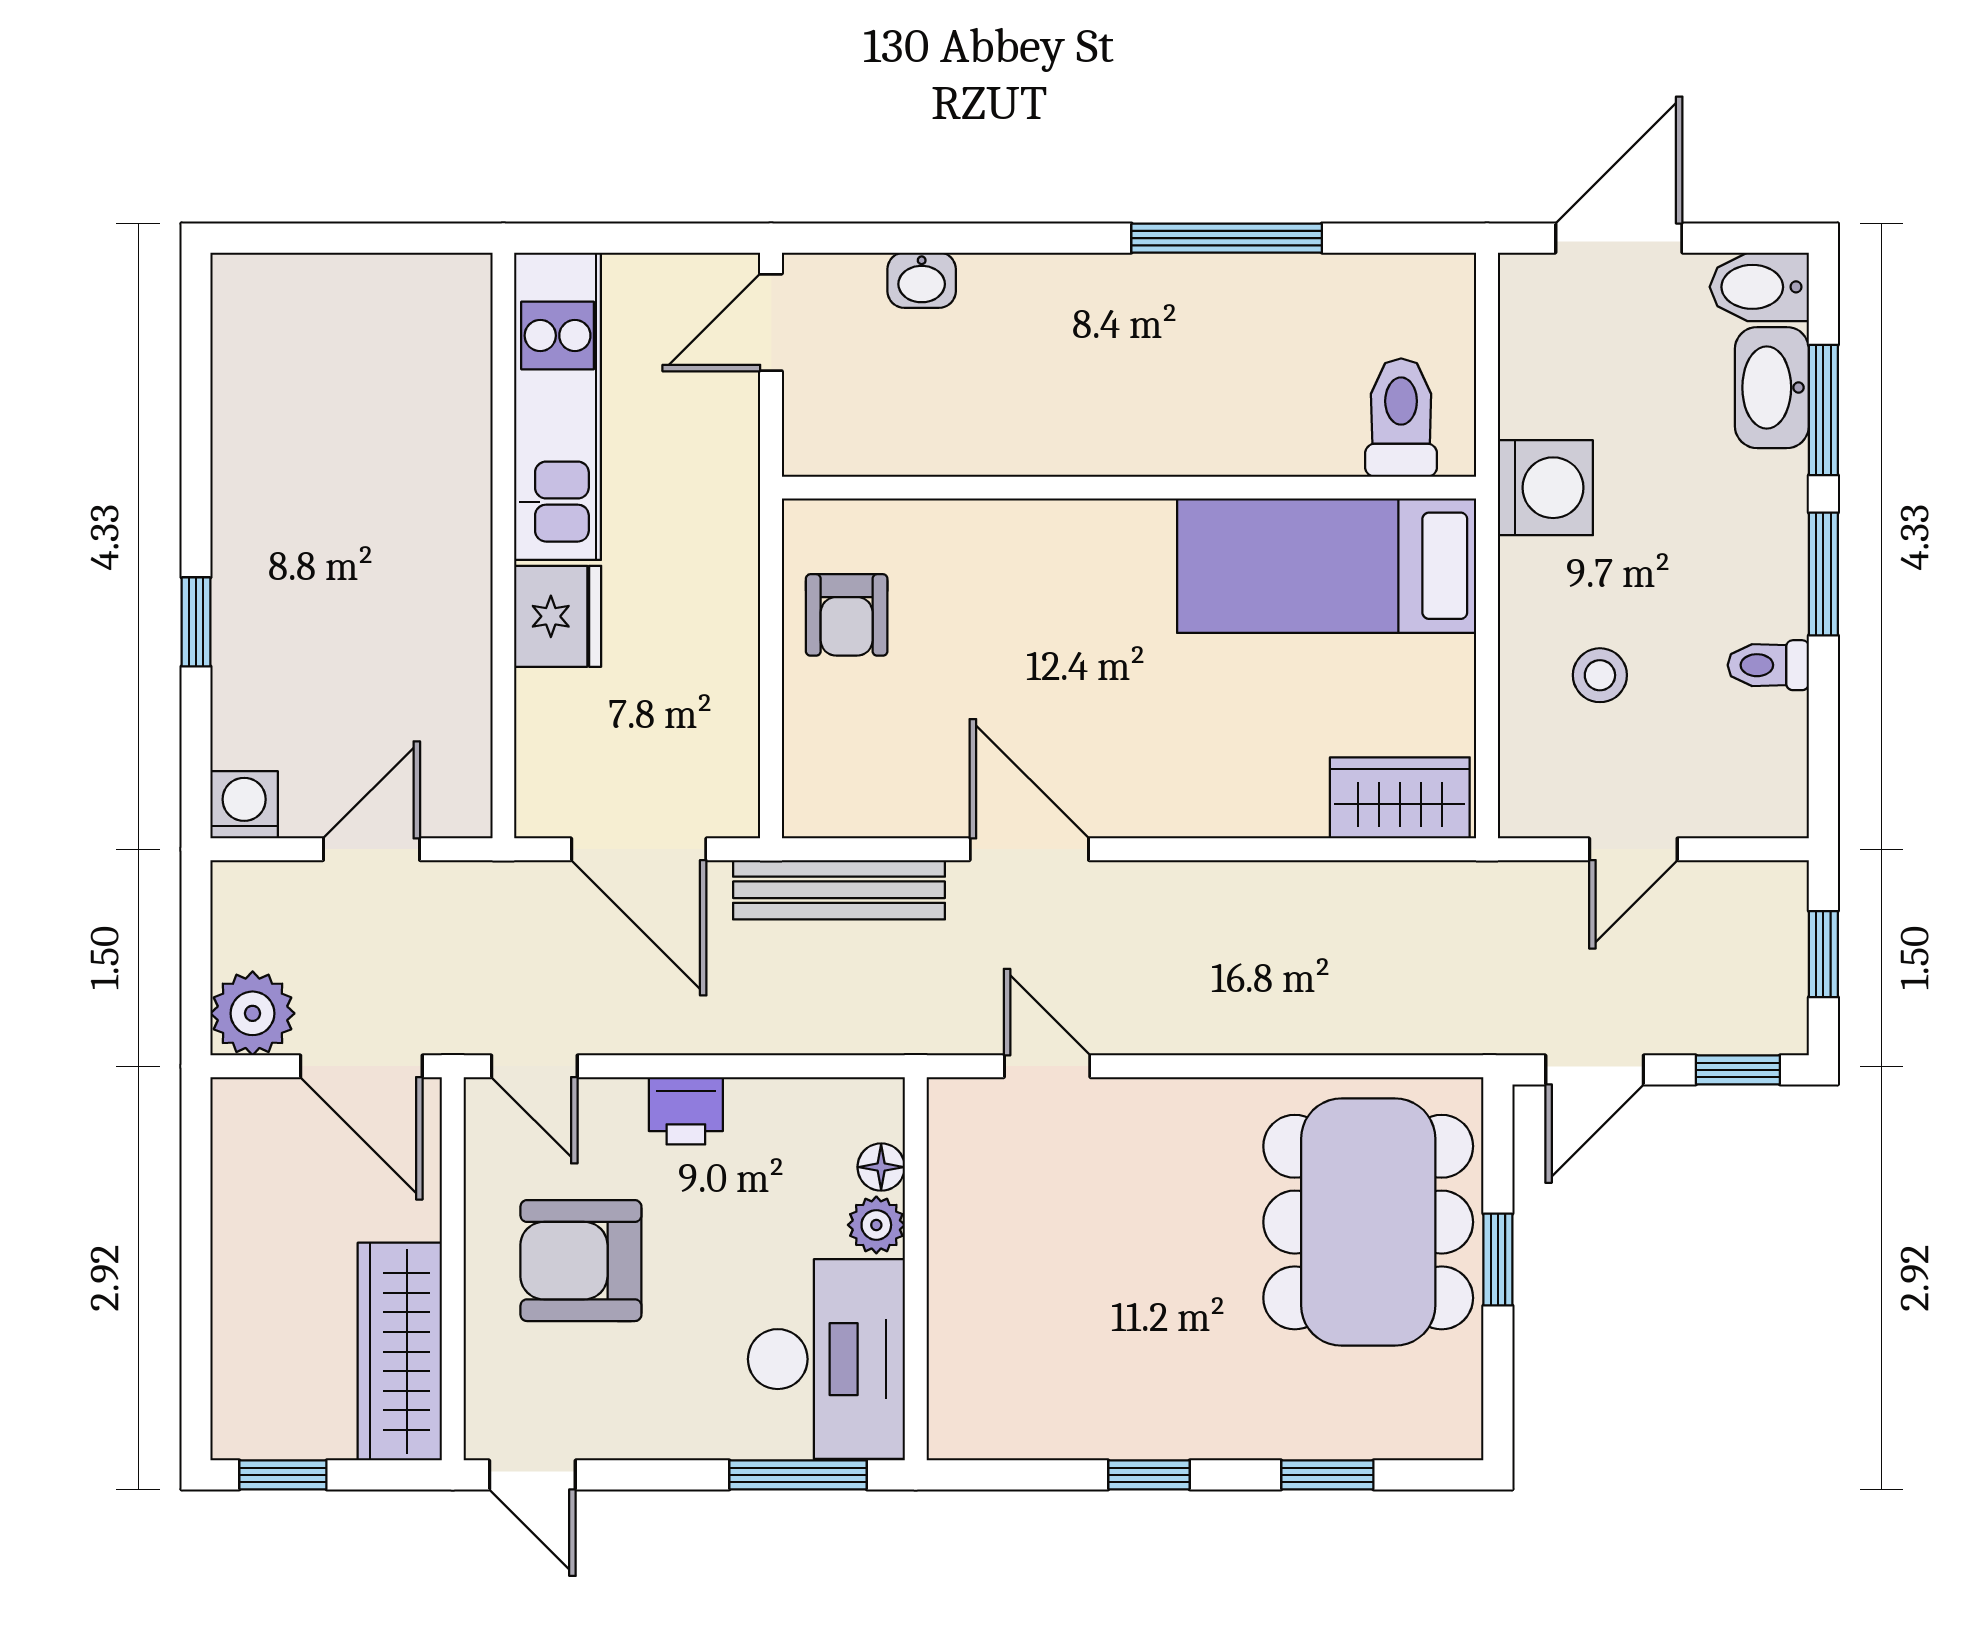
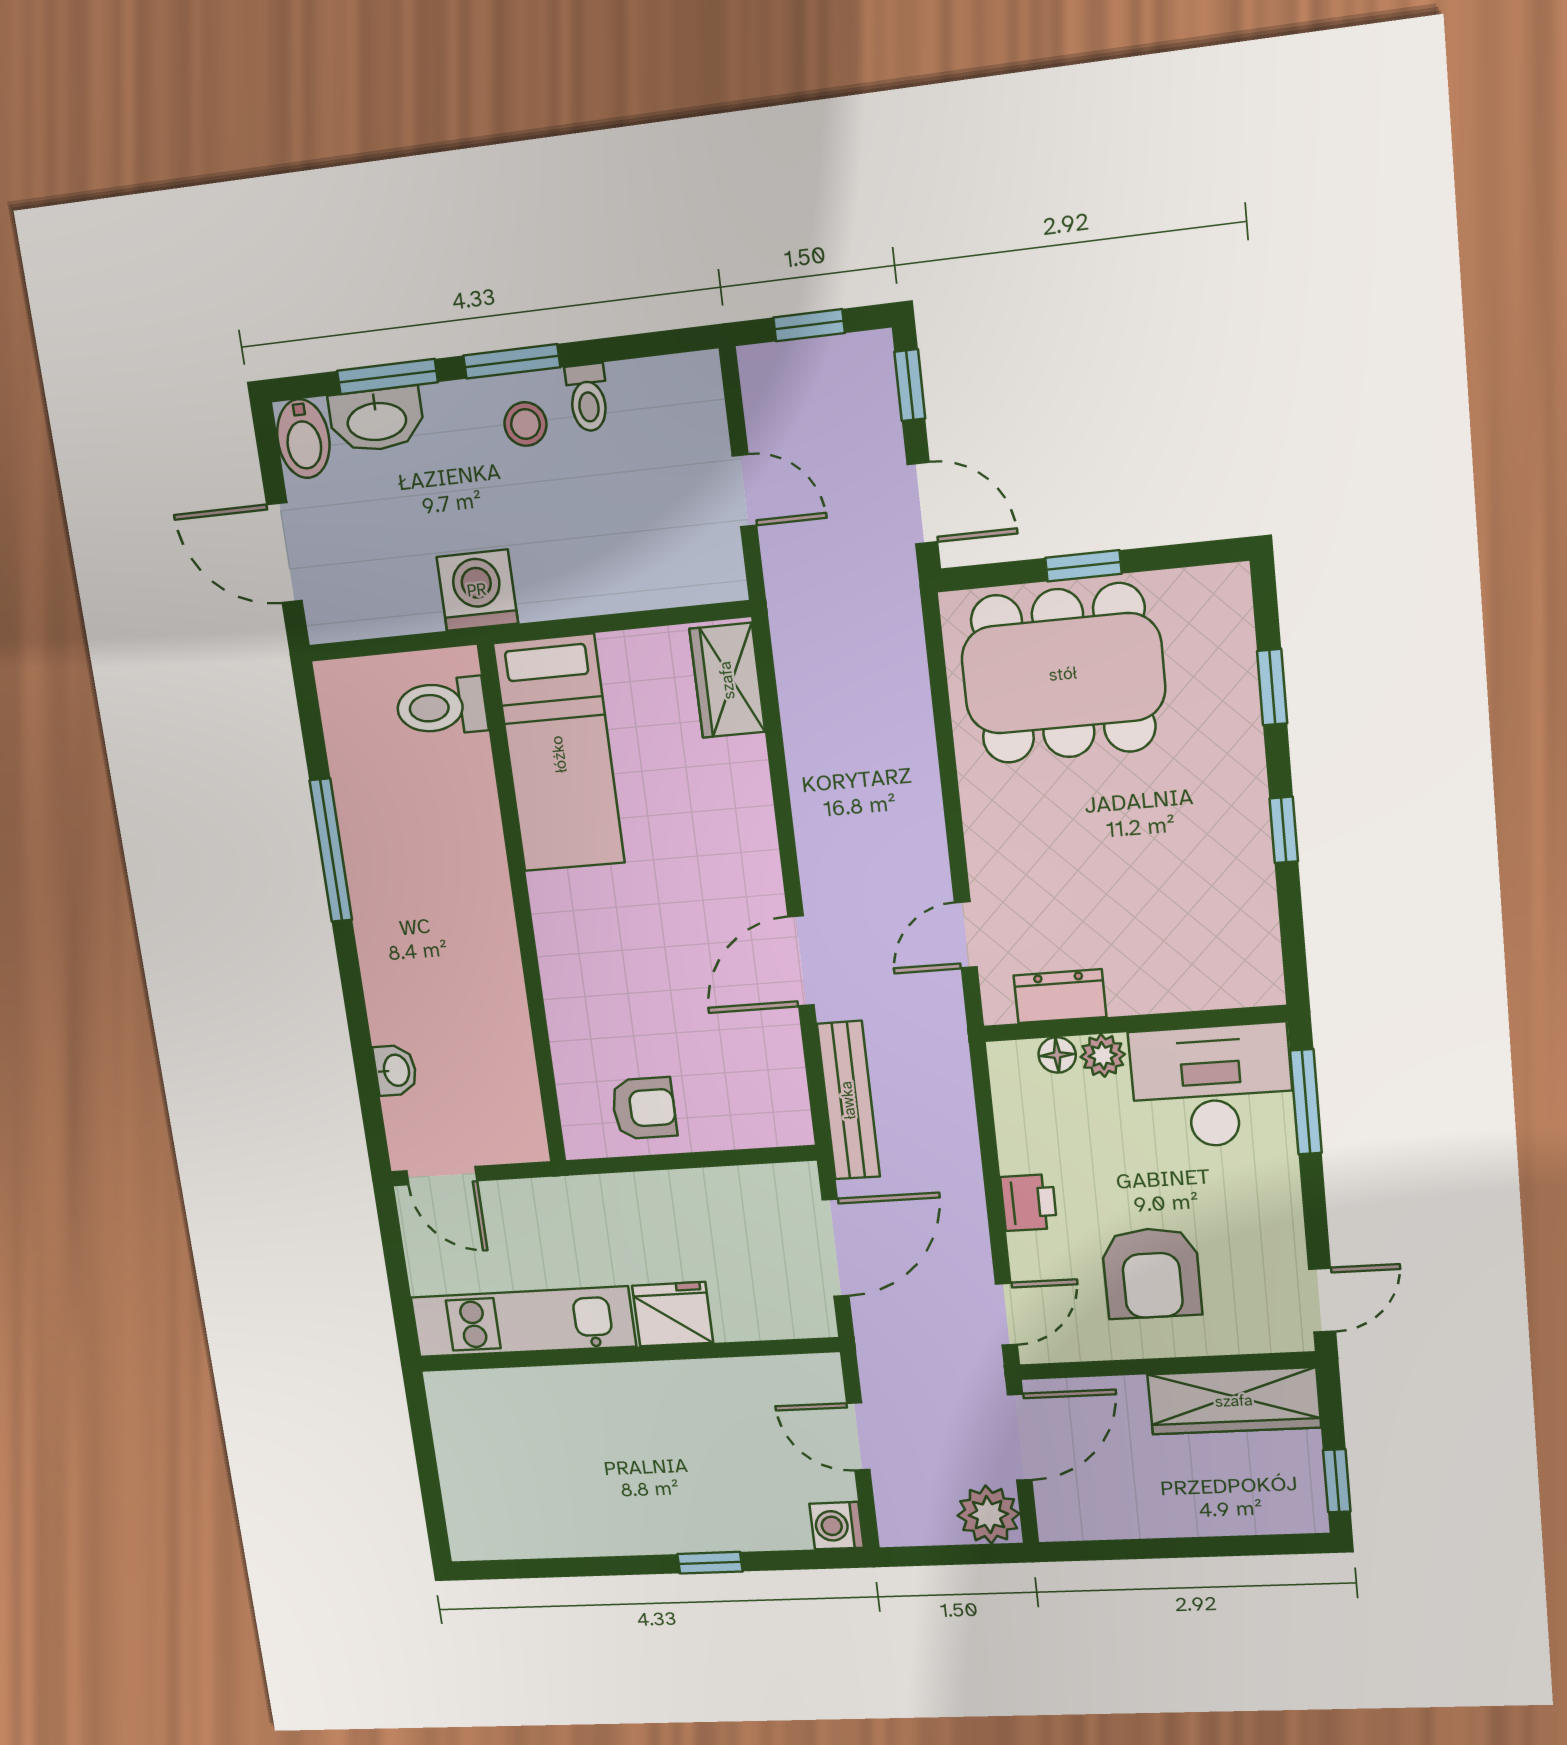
stool: (1600, 675) -> (525, 424), moved
dresser: (958, 1178) -> (1060, 996), added

